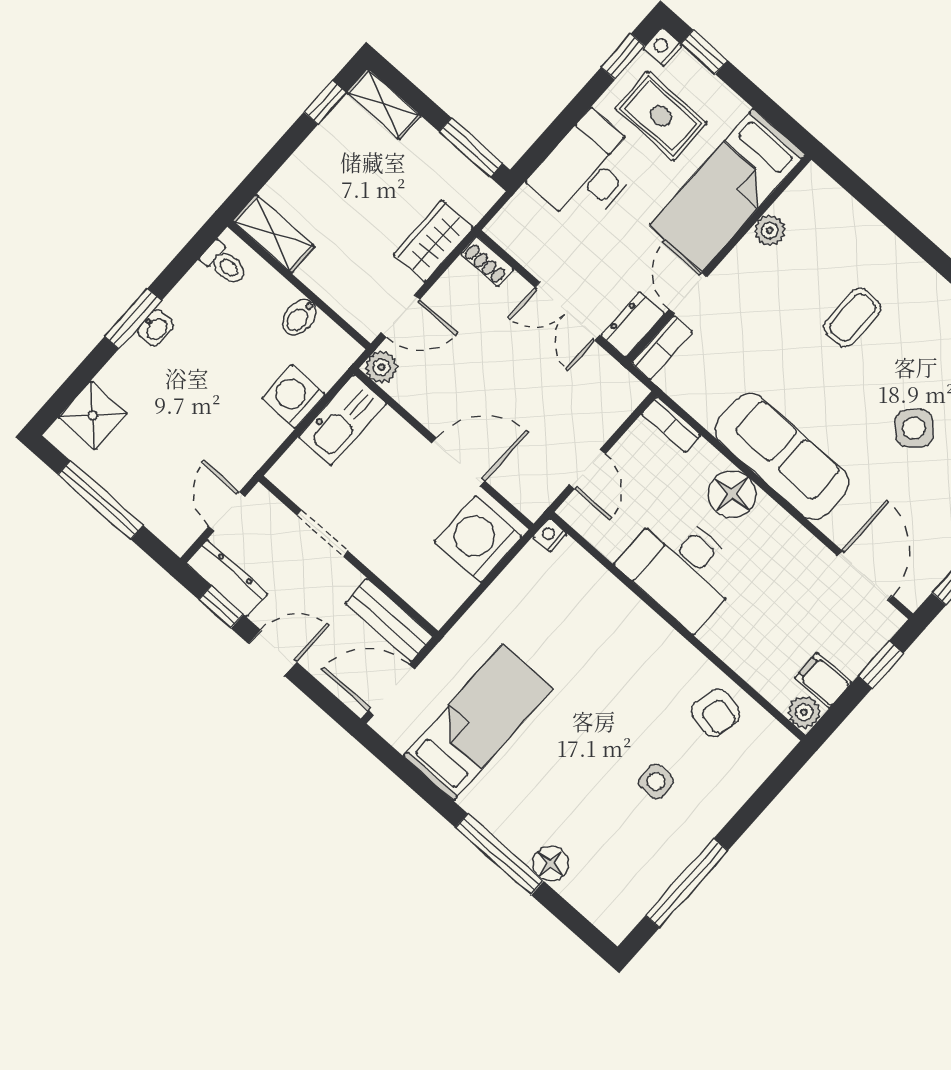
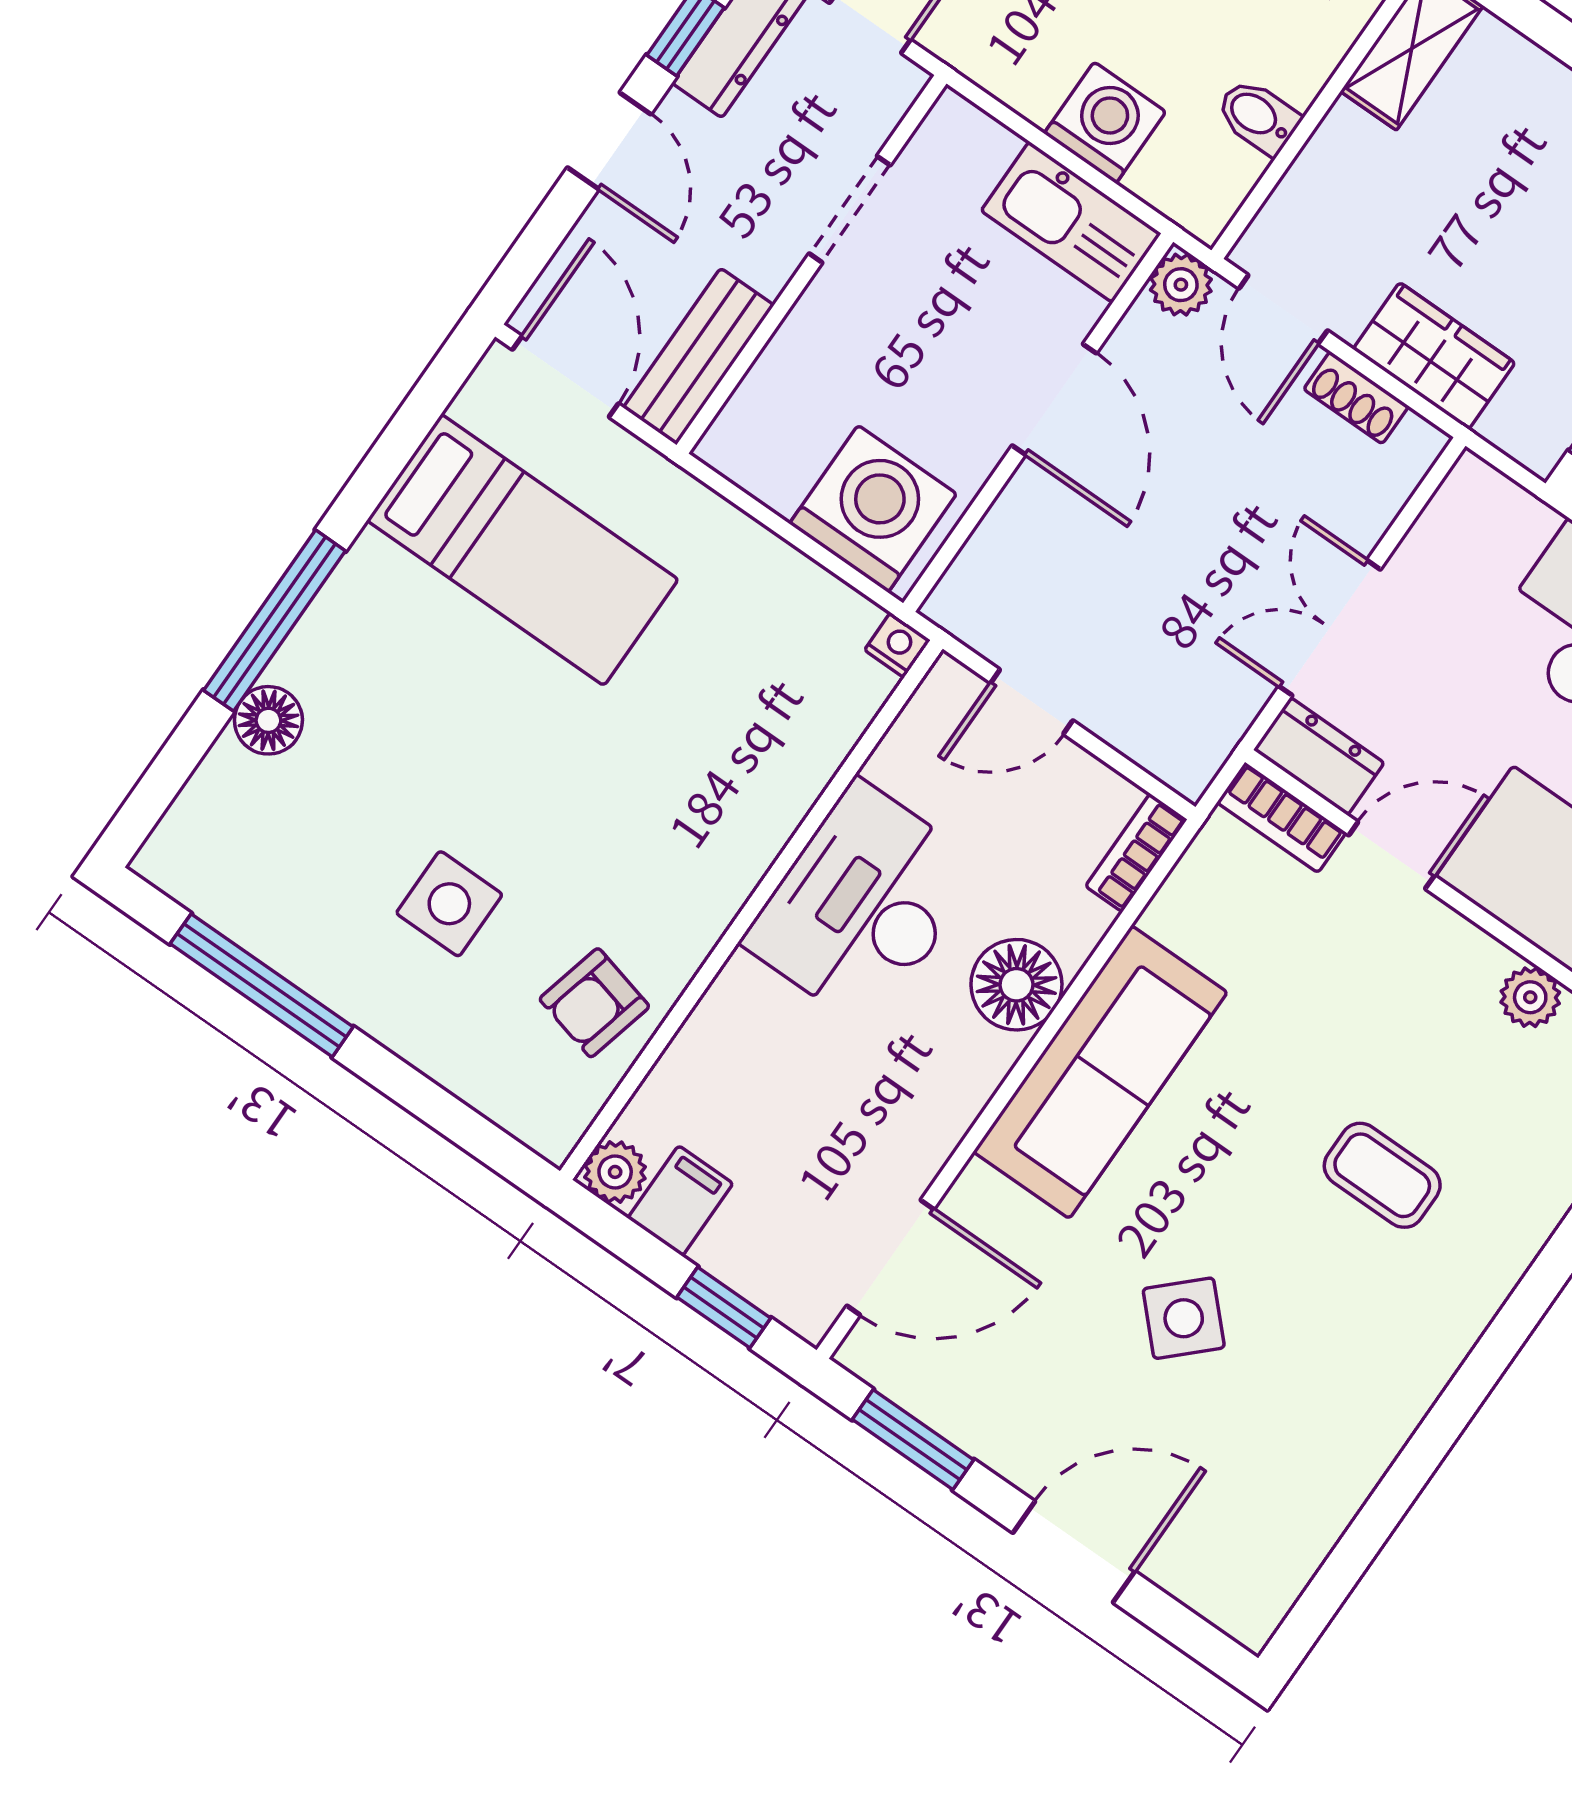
shoe rack: (487, 261) -> (1356, 398), moved, turned -90
door: (458, 462) -> (1054, 399), moved
side table: (656, 781) -> (449, 904), width x1.37, depth x1.37

